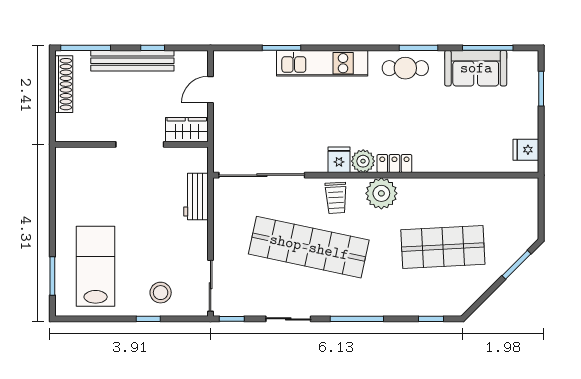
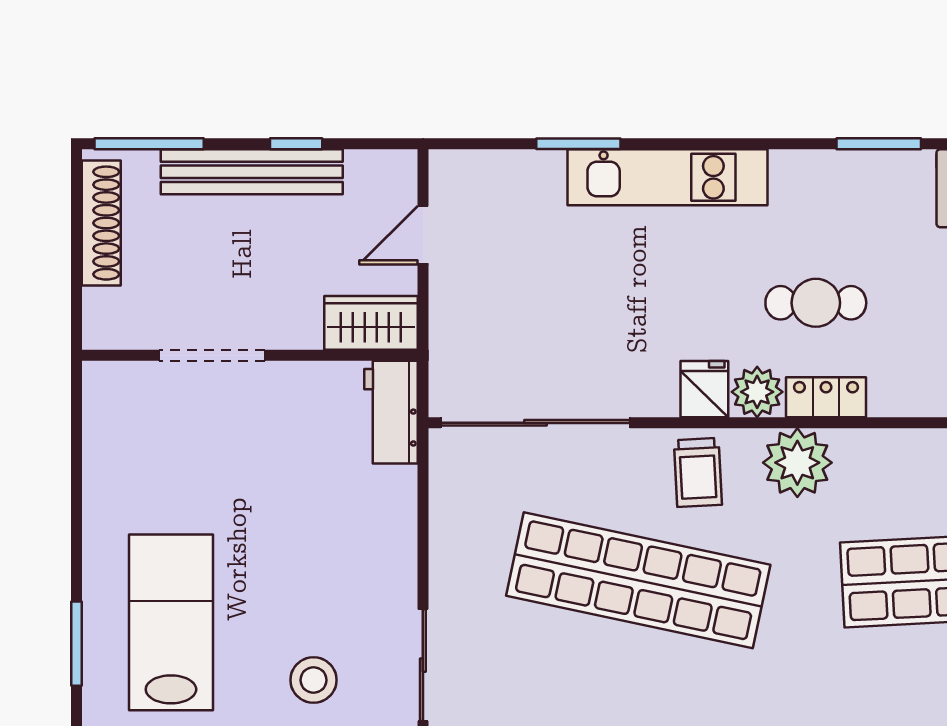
cafe table: (405, 68) -> (816, 303), moved
doorway: (140, 144) -> (212, 355), moved
workbench: (196, 196) -> (391, 412), moved

